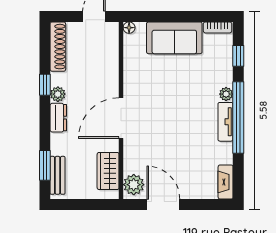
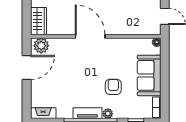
armchair: (190, 87) -> (113, 87), added
wardrobe: (108, 171) -> (39, 21), moved, turned 90

